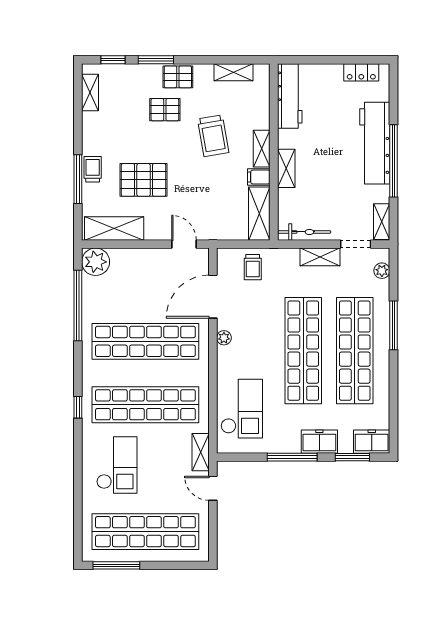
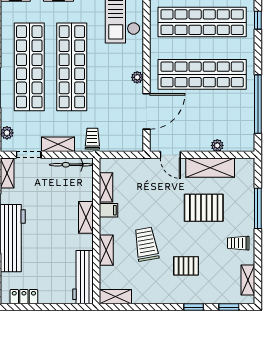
window: (156, 60) -> (194, 307), width x0.67
shelving: (234, 72) -> (115, 297), moved
pallet: (178, 77) -> (175, 293), removed
shelving: (262, 149) -> (106, 250), moved
trolley: (93, 169) -> (238, 243), moved, turned 90
shelving: (259, 214) -> (106, 187), width x0.67, depth x0.75
shelving: (114, 229) -> (210, 168), moved
plant: (96, 262) -> (217, 145), moved, width x0.53, depth x0.53
trolley: (253, 267) -> (92, 139), moved

